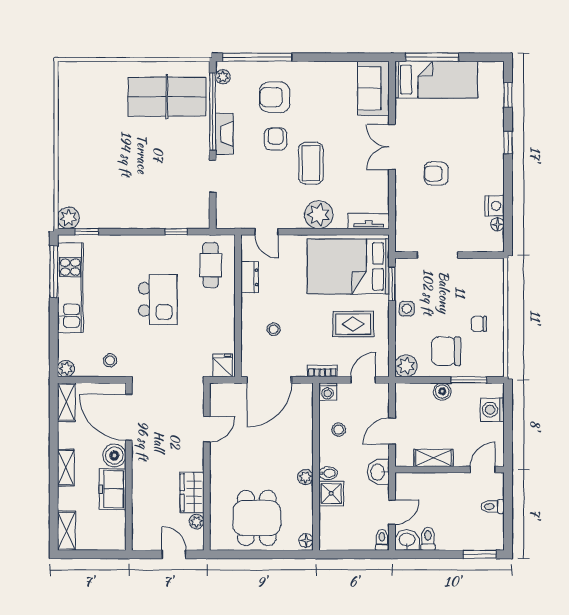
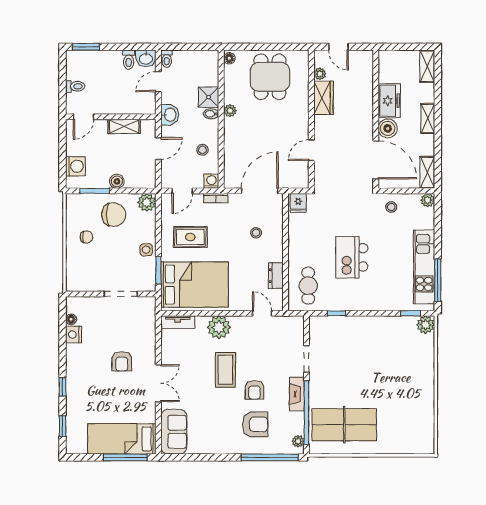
armchair: (436, 174) -> (122, 361), turned 90

